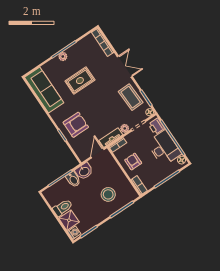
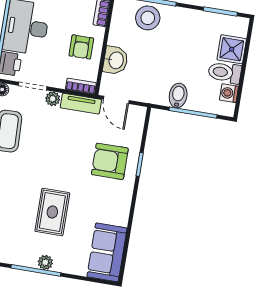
rug: (80, 81) -> (52, 212), turned 90
sofa: (44, 90) -> (107, 252), width x0.73
door: (97, 153) -> (116, 100), hinge flipped
washbasin: (84, 171) -> (115, 60), moved, turned 90
stool: (108, 194) -> (148, 18), moved
washing machine: (74, 233) -> (229, 93), moved

